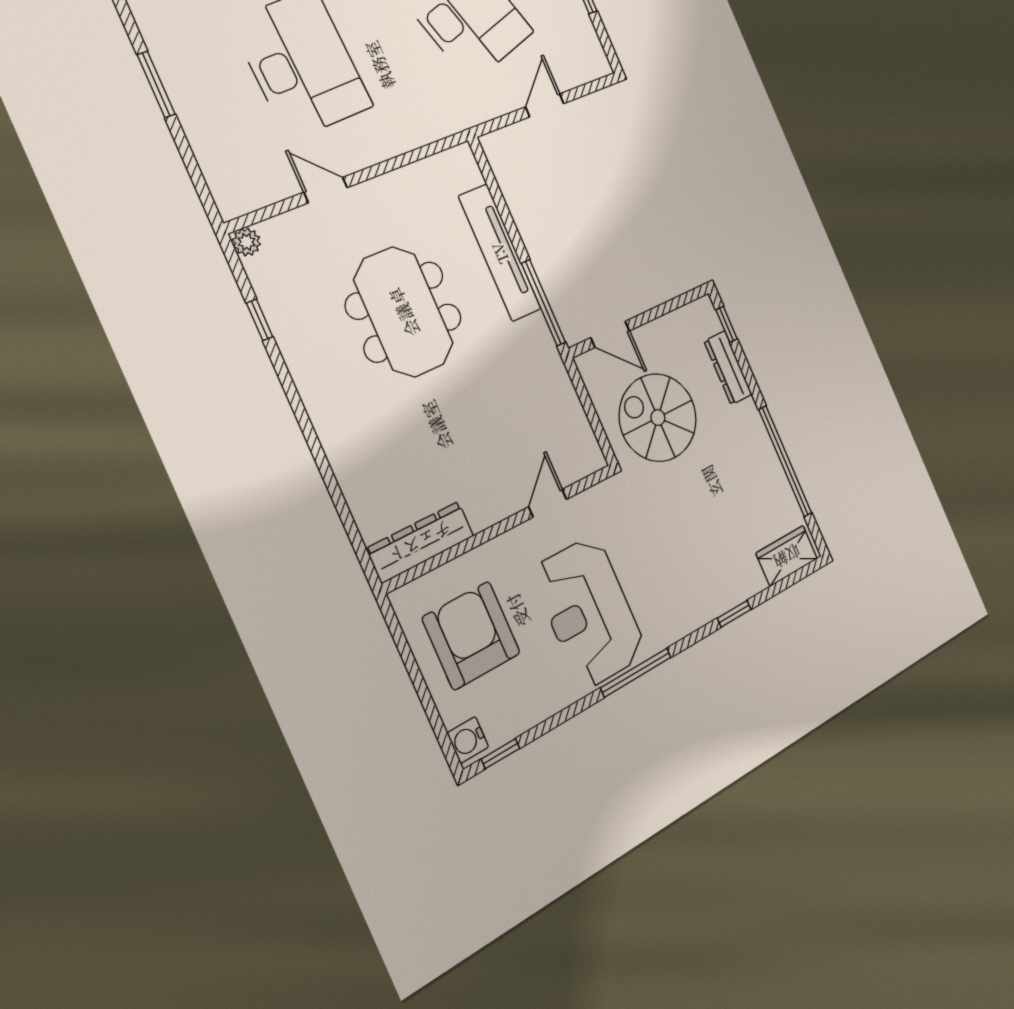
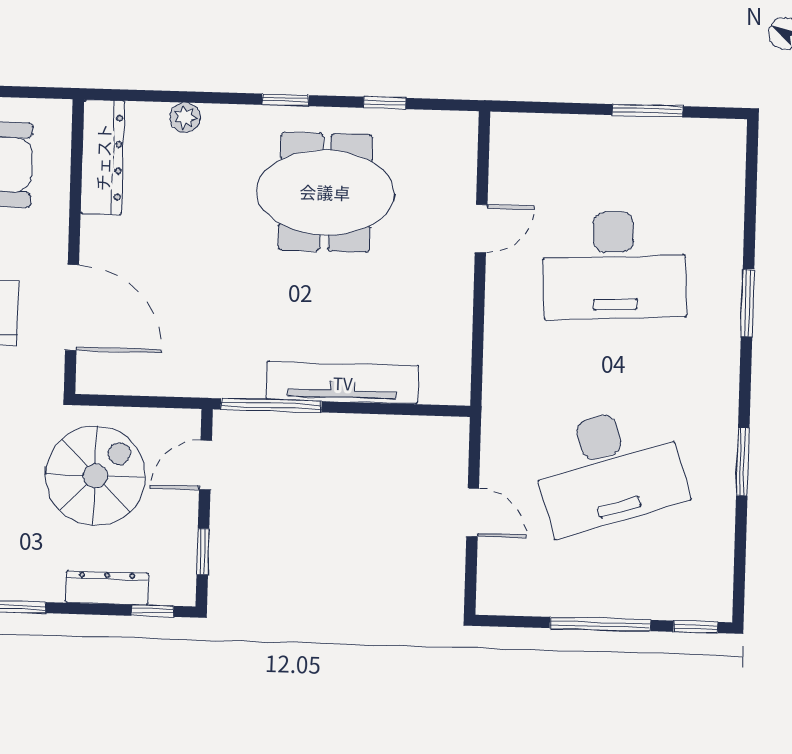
plant: (247, 242) -> (185, 118), moved
window: (670, 306) -> (203, 552), added
meeting table: (404, 312) -> (325, 192), moved
window: (298, 408) -> (285, 100), added
door: (548, 503) -> (72, 308), width x1.87

